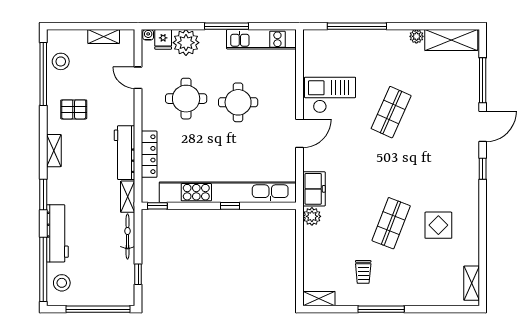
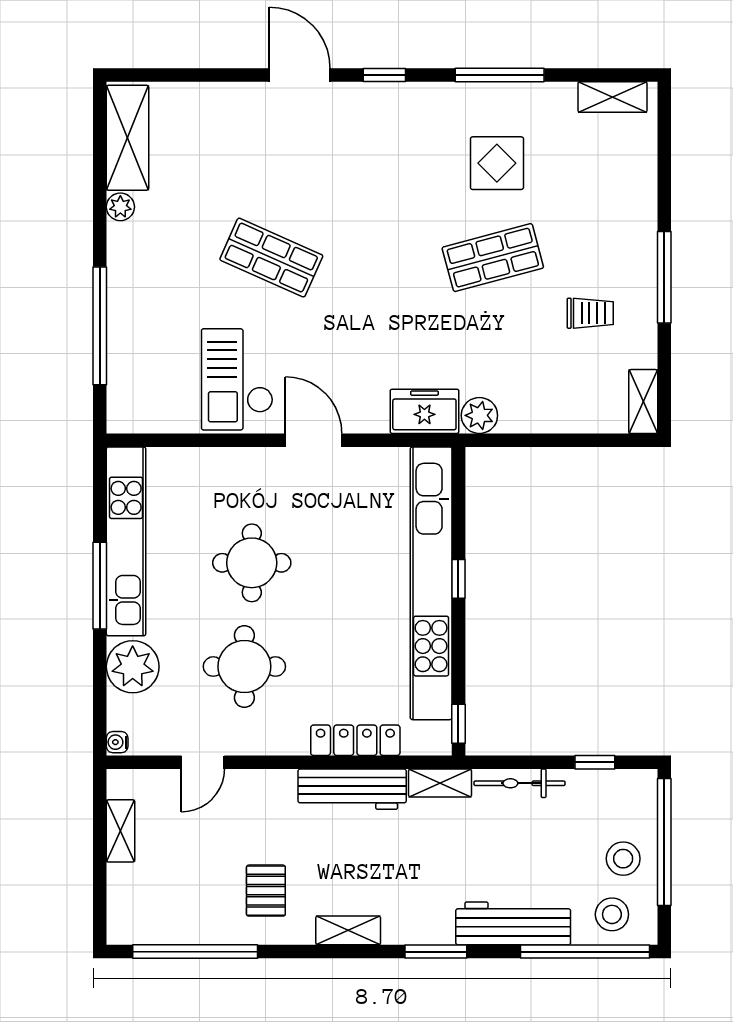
fridge: (163, 39) -> (126, 712), removed
kitchen unit: (261, 39) -> (126, 541), width x1.36
stool: (61, 61) -> (623, 859), moved
window: (483, 80) -> (500, 75), moved
shop shelf: (391, 223) -> (493, 258), turned -36

